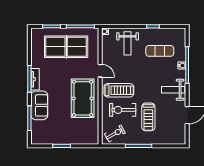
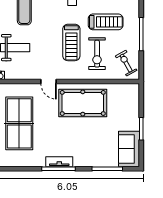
door: (100, 71) -> (49, 81), swing flipped
treadmill: (119, 90) -> (71, 42), moved, turned 180
sofa: (39, 105) -> (129, 149), moved, turned -90

